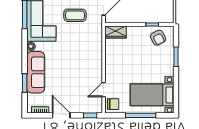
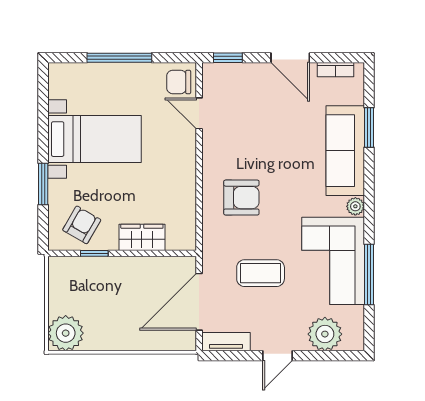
wardrobe: (115, 32) -> (142, 237), moved
armchair: (158, 38) -> (82, 225), turned 57
armchair: (84, 50) -> (241, 198), added
door: (104, 90) -> (199, 113), swing flipped
bed with nightstands: (152, 95) -> (95, 139), moved

